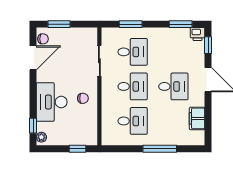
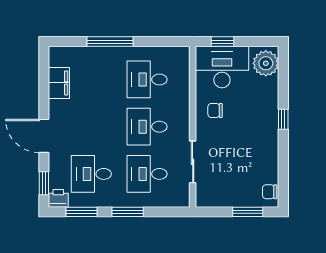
window: (131, 24) -> (128, 212), moved
door: (33, 58) -> (283, 166), removed
desk: (173, 86) -> (91, 174), moved
desk: (52, 102) -> (222, 67), moved, turned -90
window: (33, 126) -> (283, 119), moved
plant: (41, 137) -> (266, 63), width x1.87, depth x1.87

